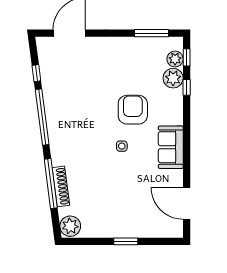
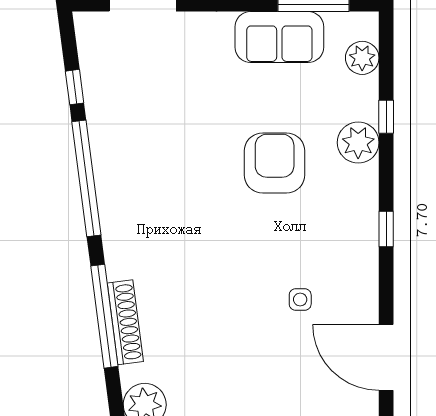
window: (187, 57) -> (386, 229), moved
plant: (173, 78) -> (358, 143), moved
side table: (122, 146) -> (300, 299), moved
sofa: (171, 147) -> (279, 37), moved, turned -90

